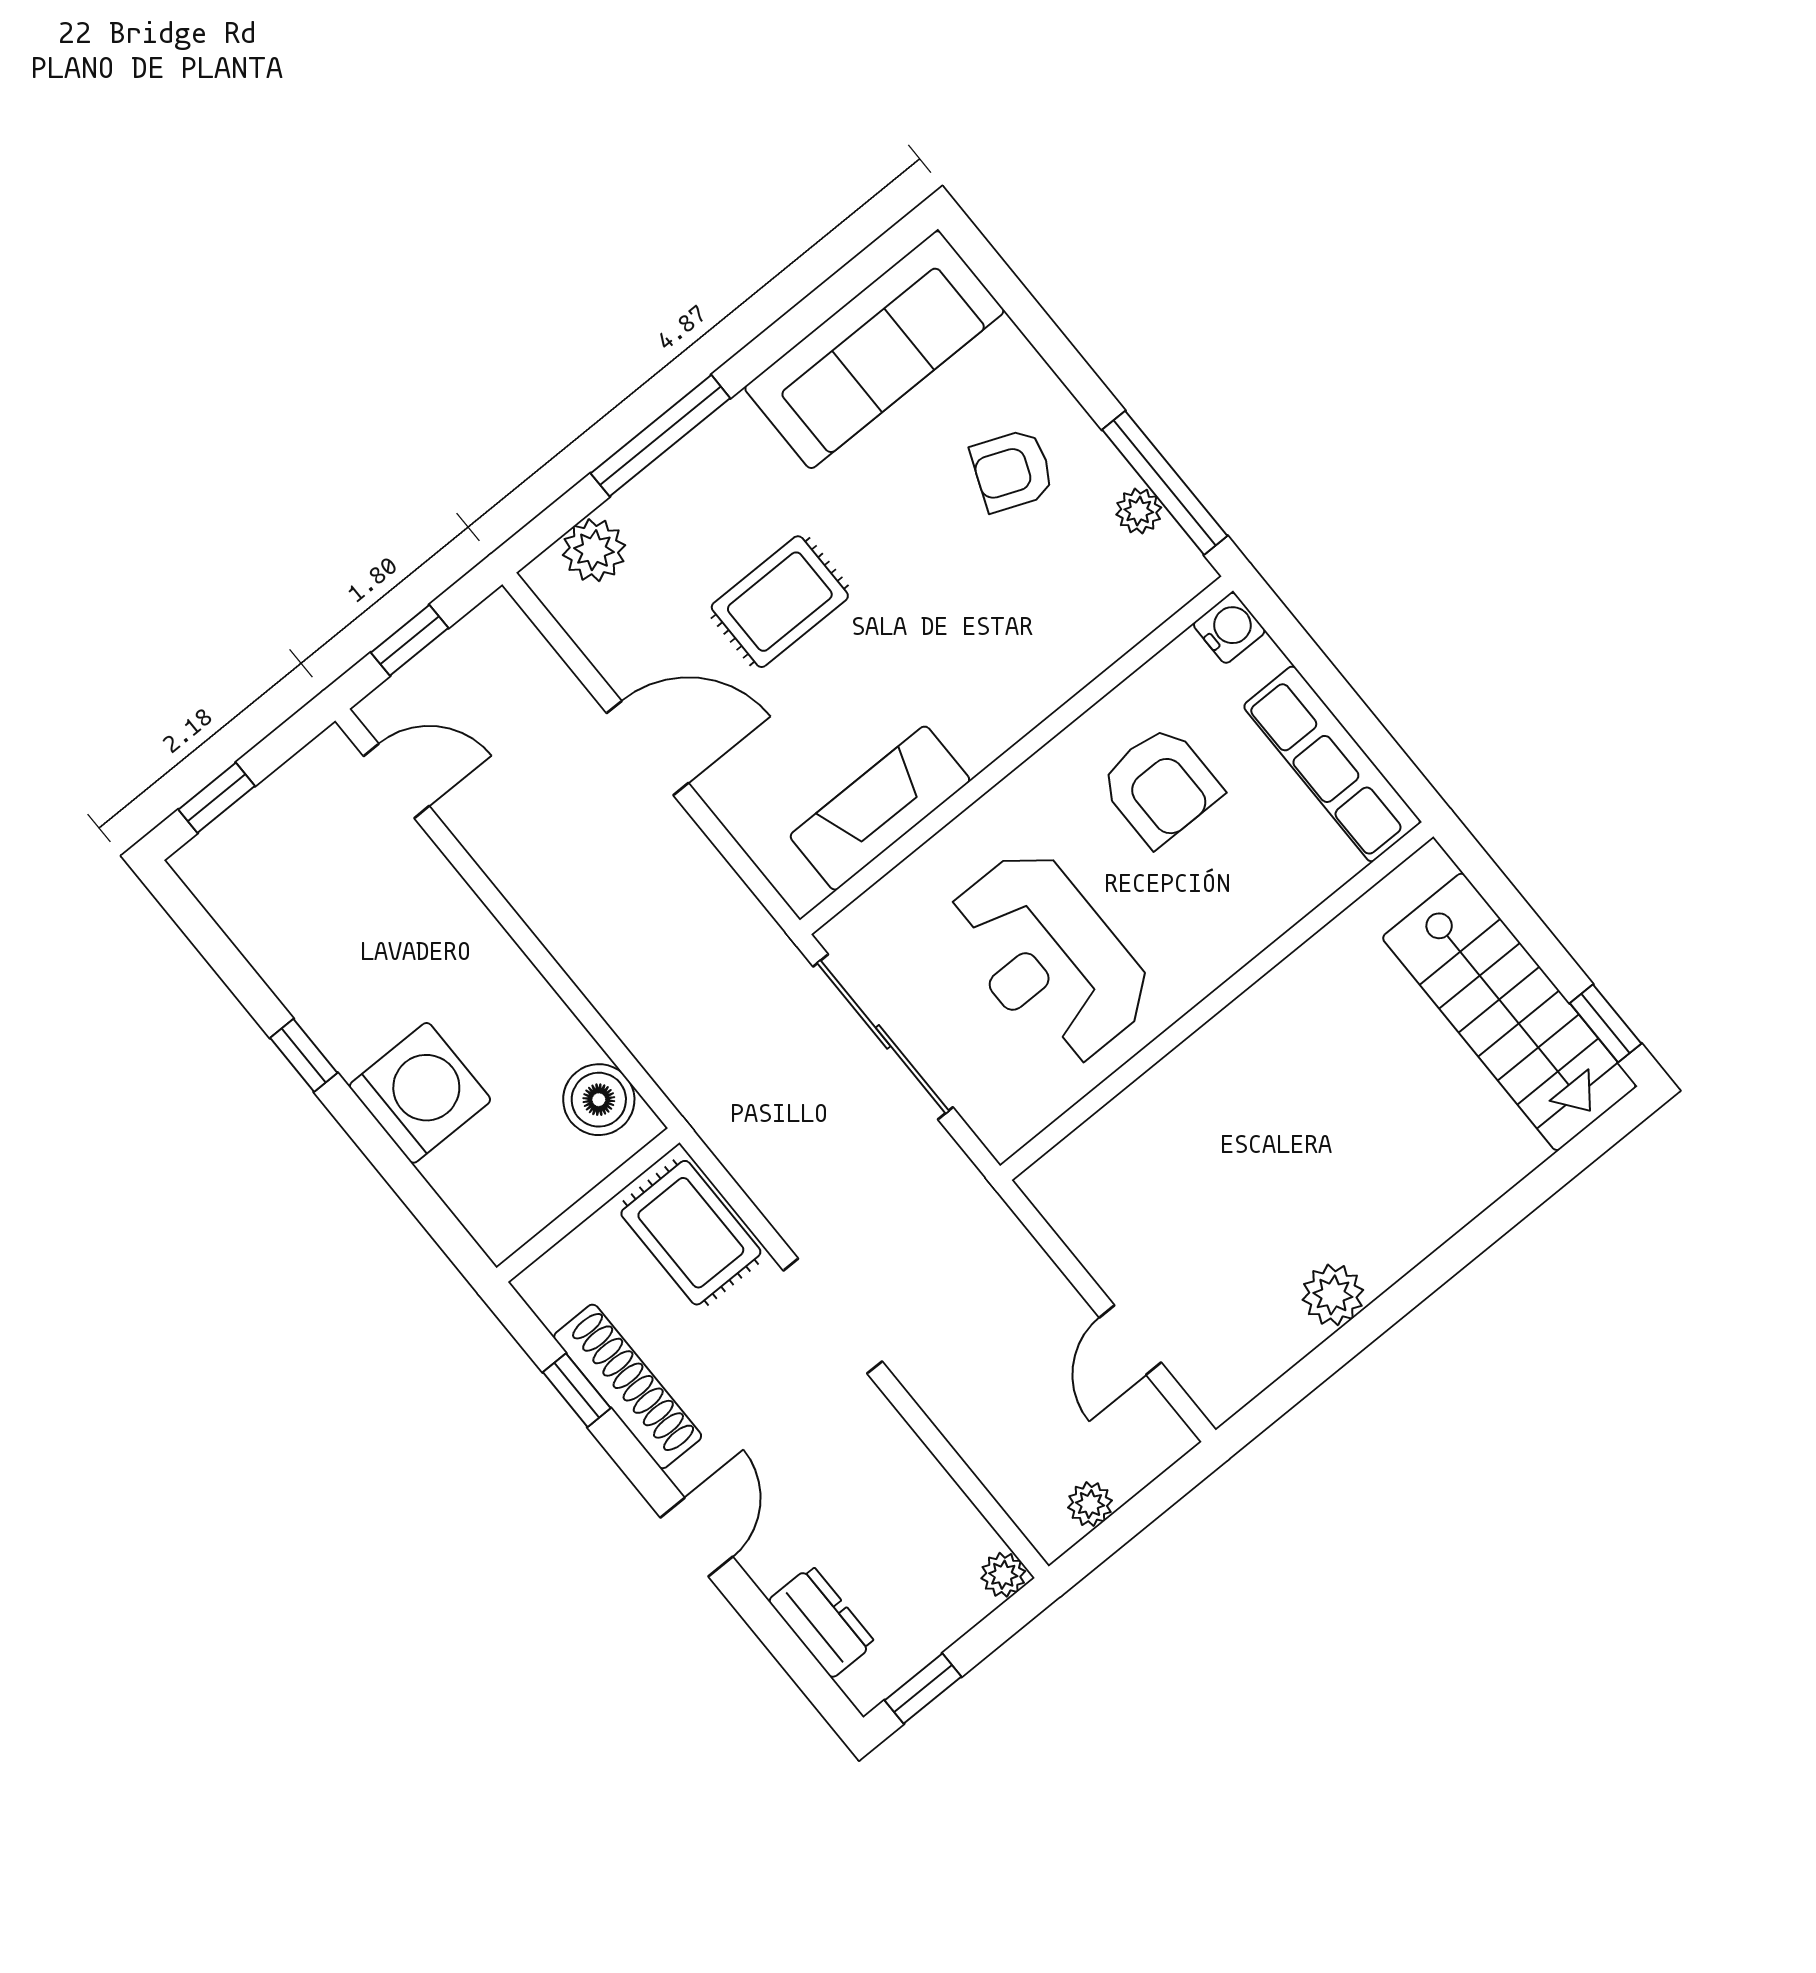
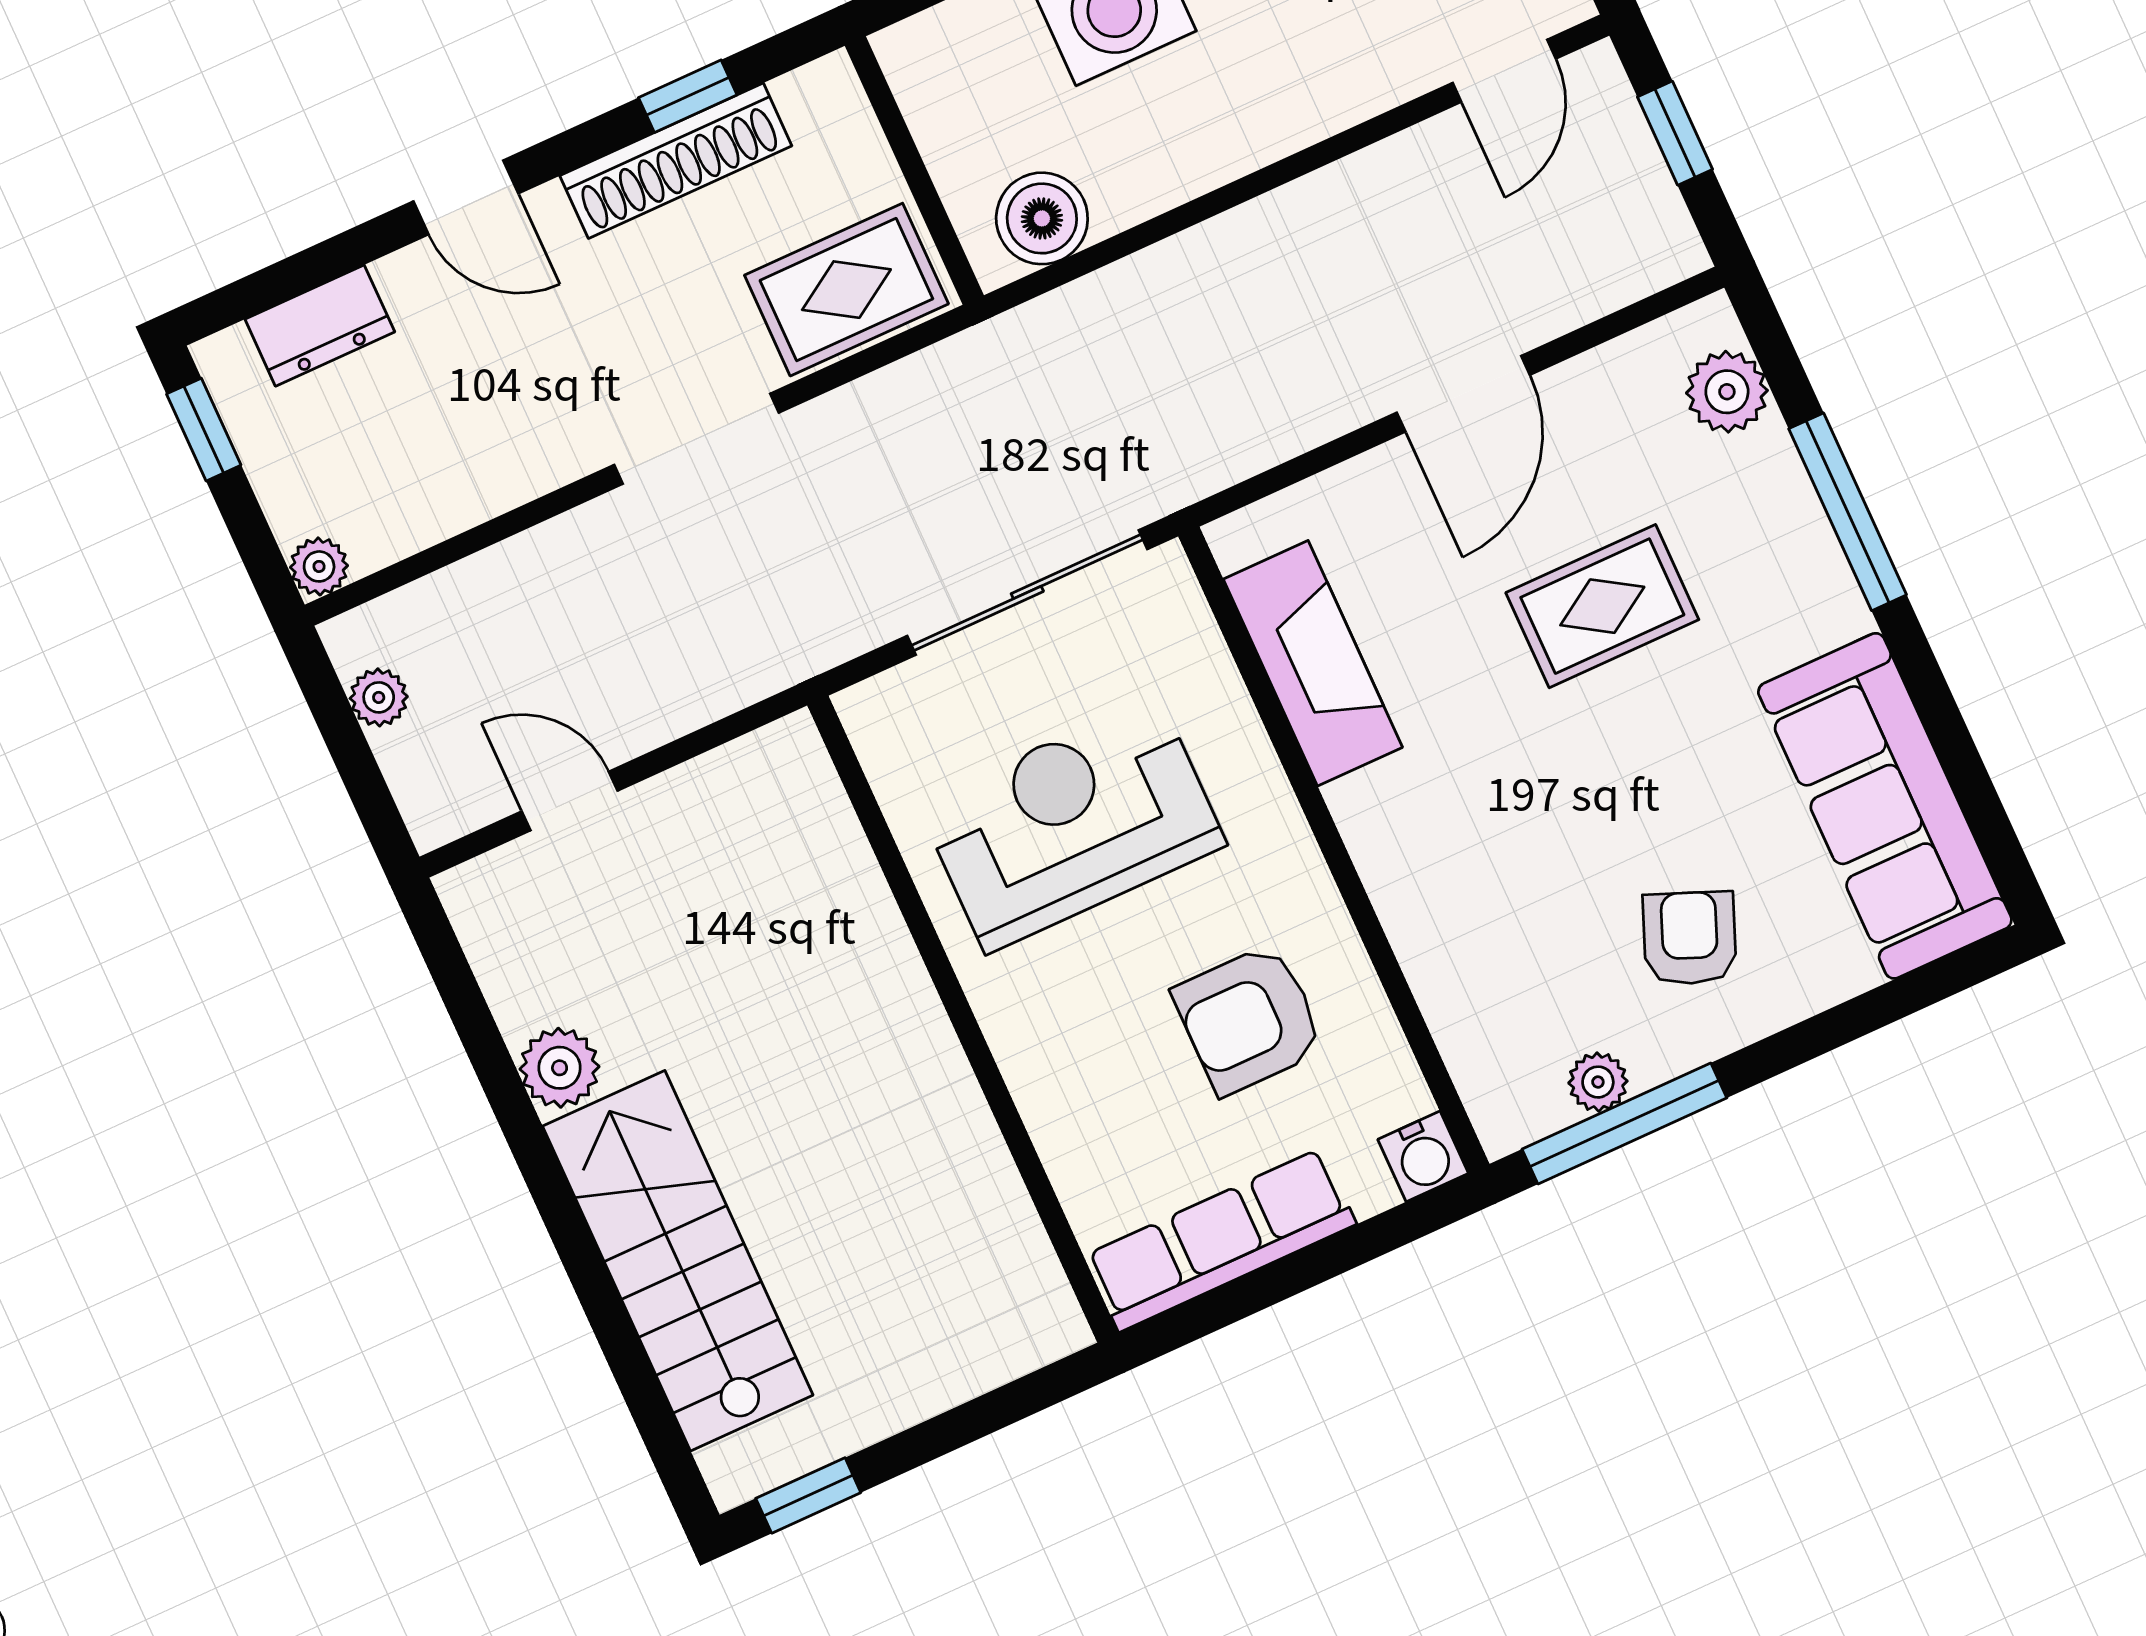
rug: (780, 602) -> (1602, 606), turned 90
stairs: (1509, 1012) -> (678, 1261), moved, turned 90

